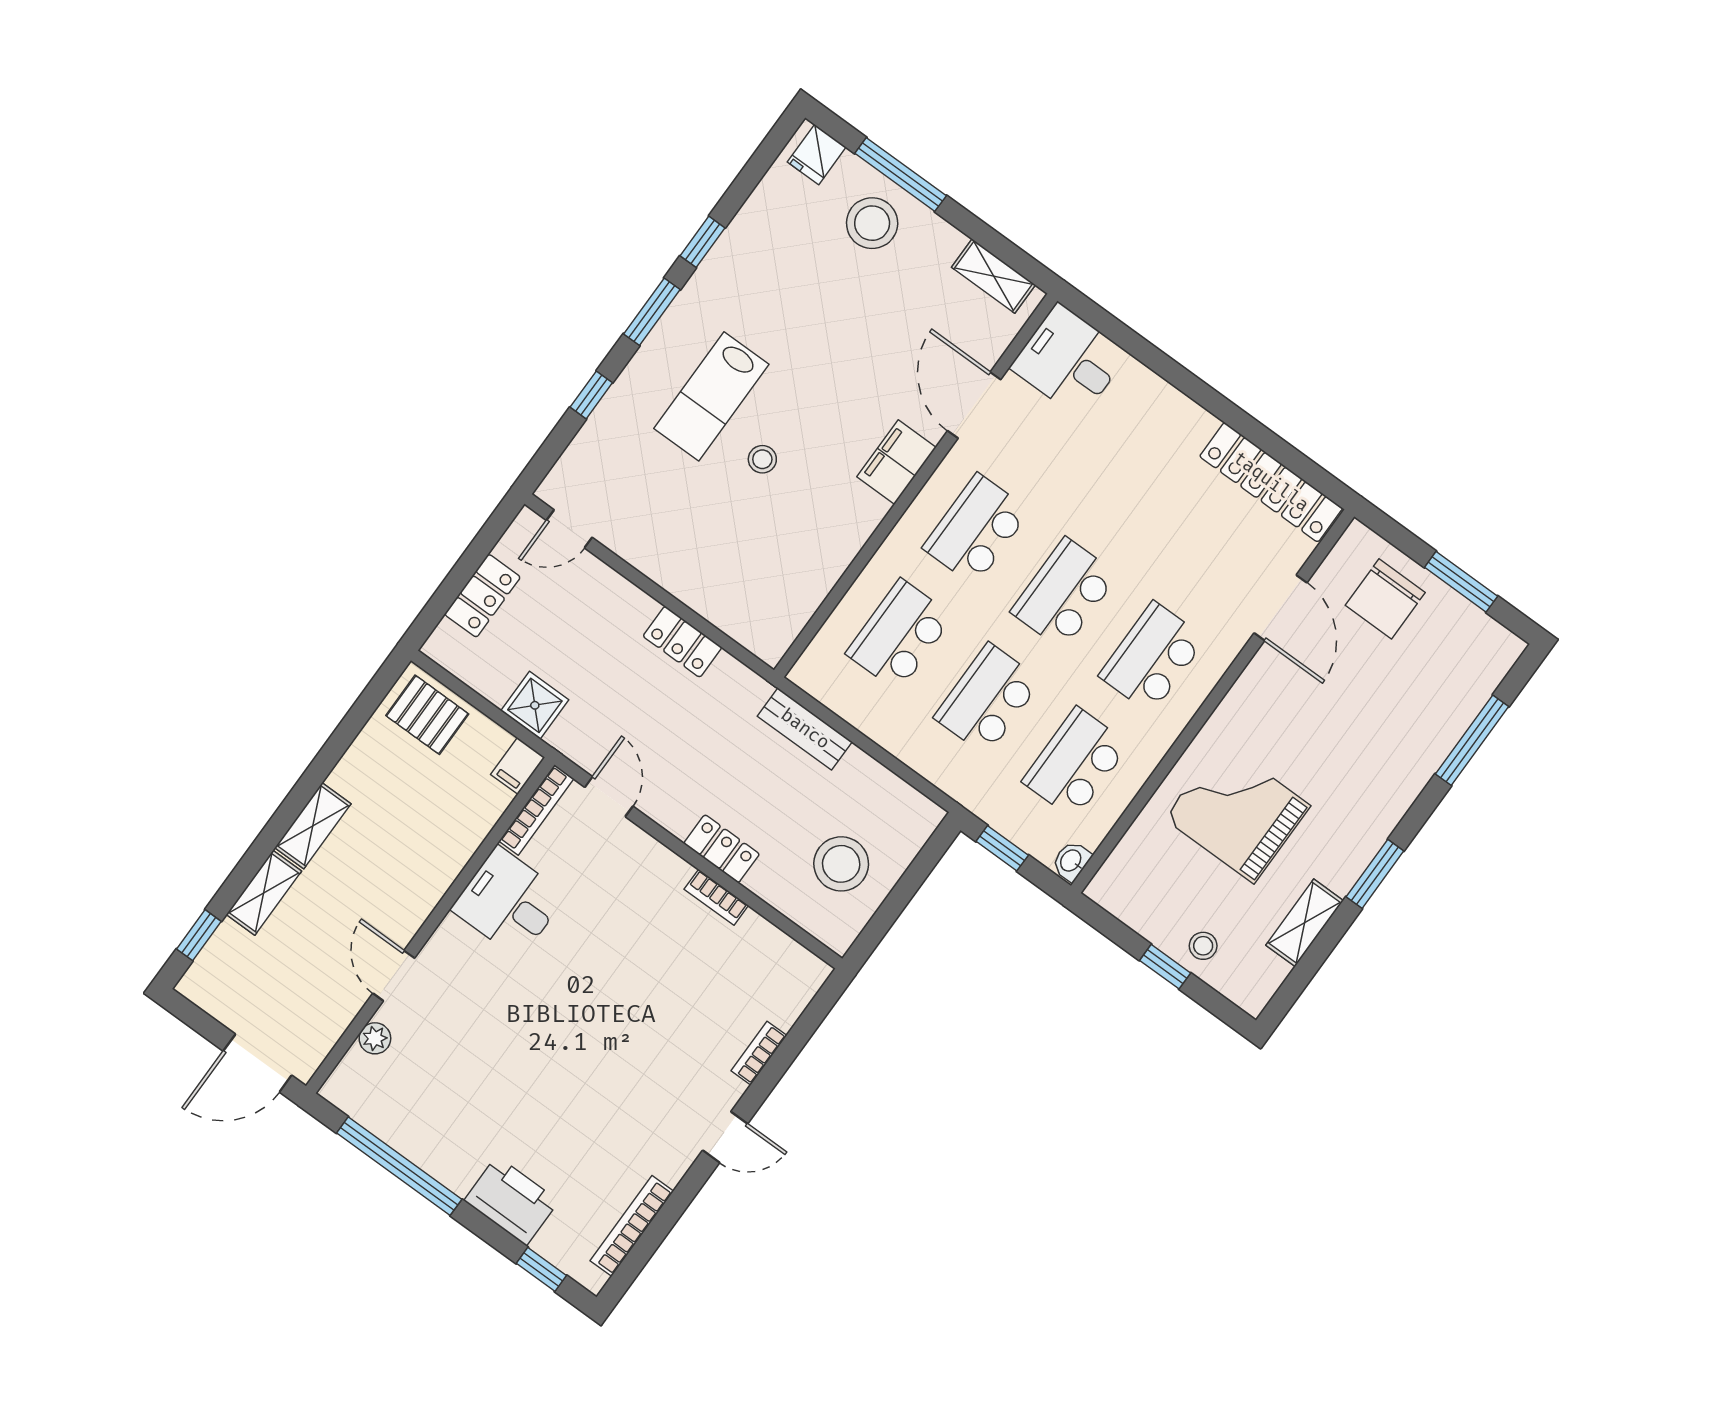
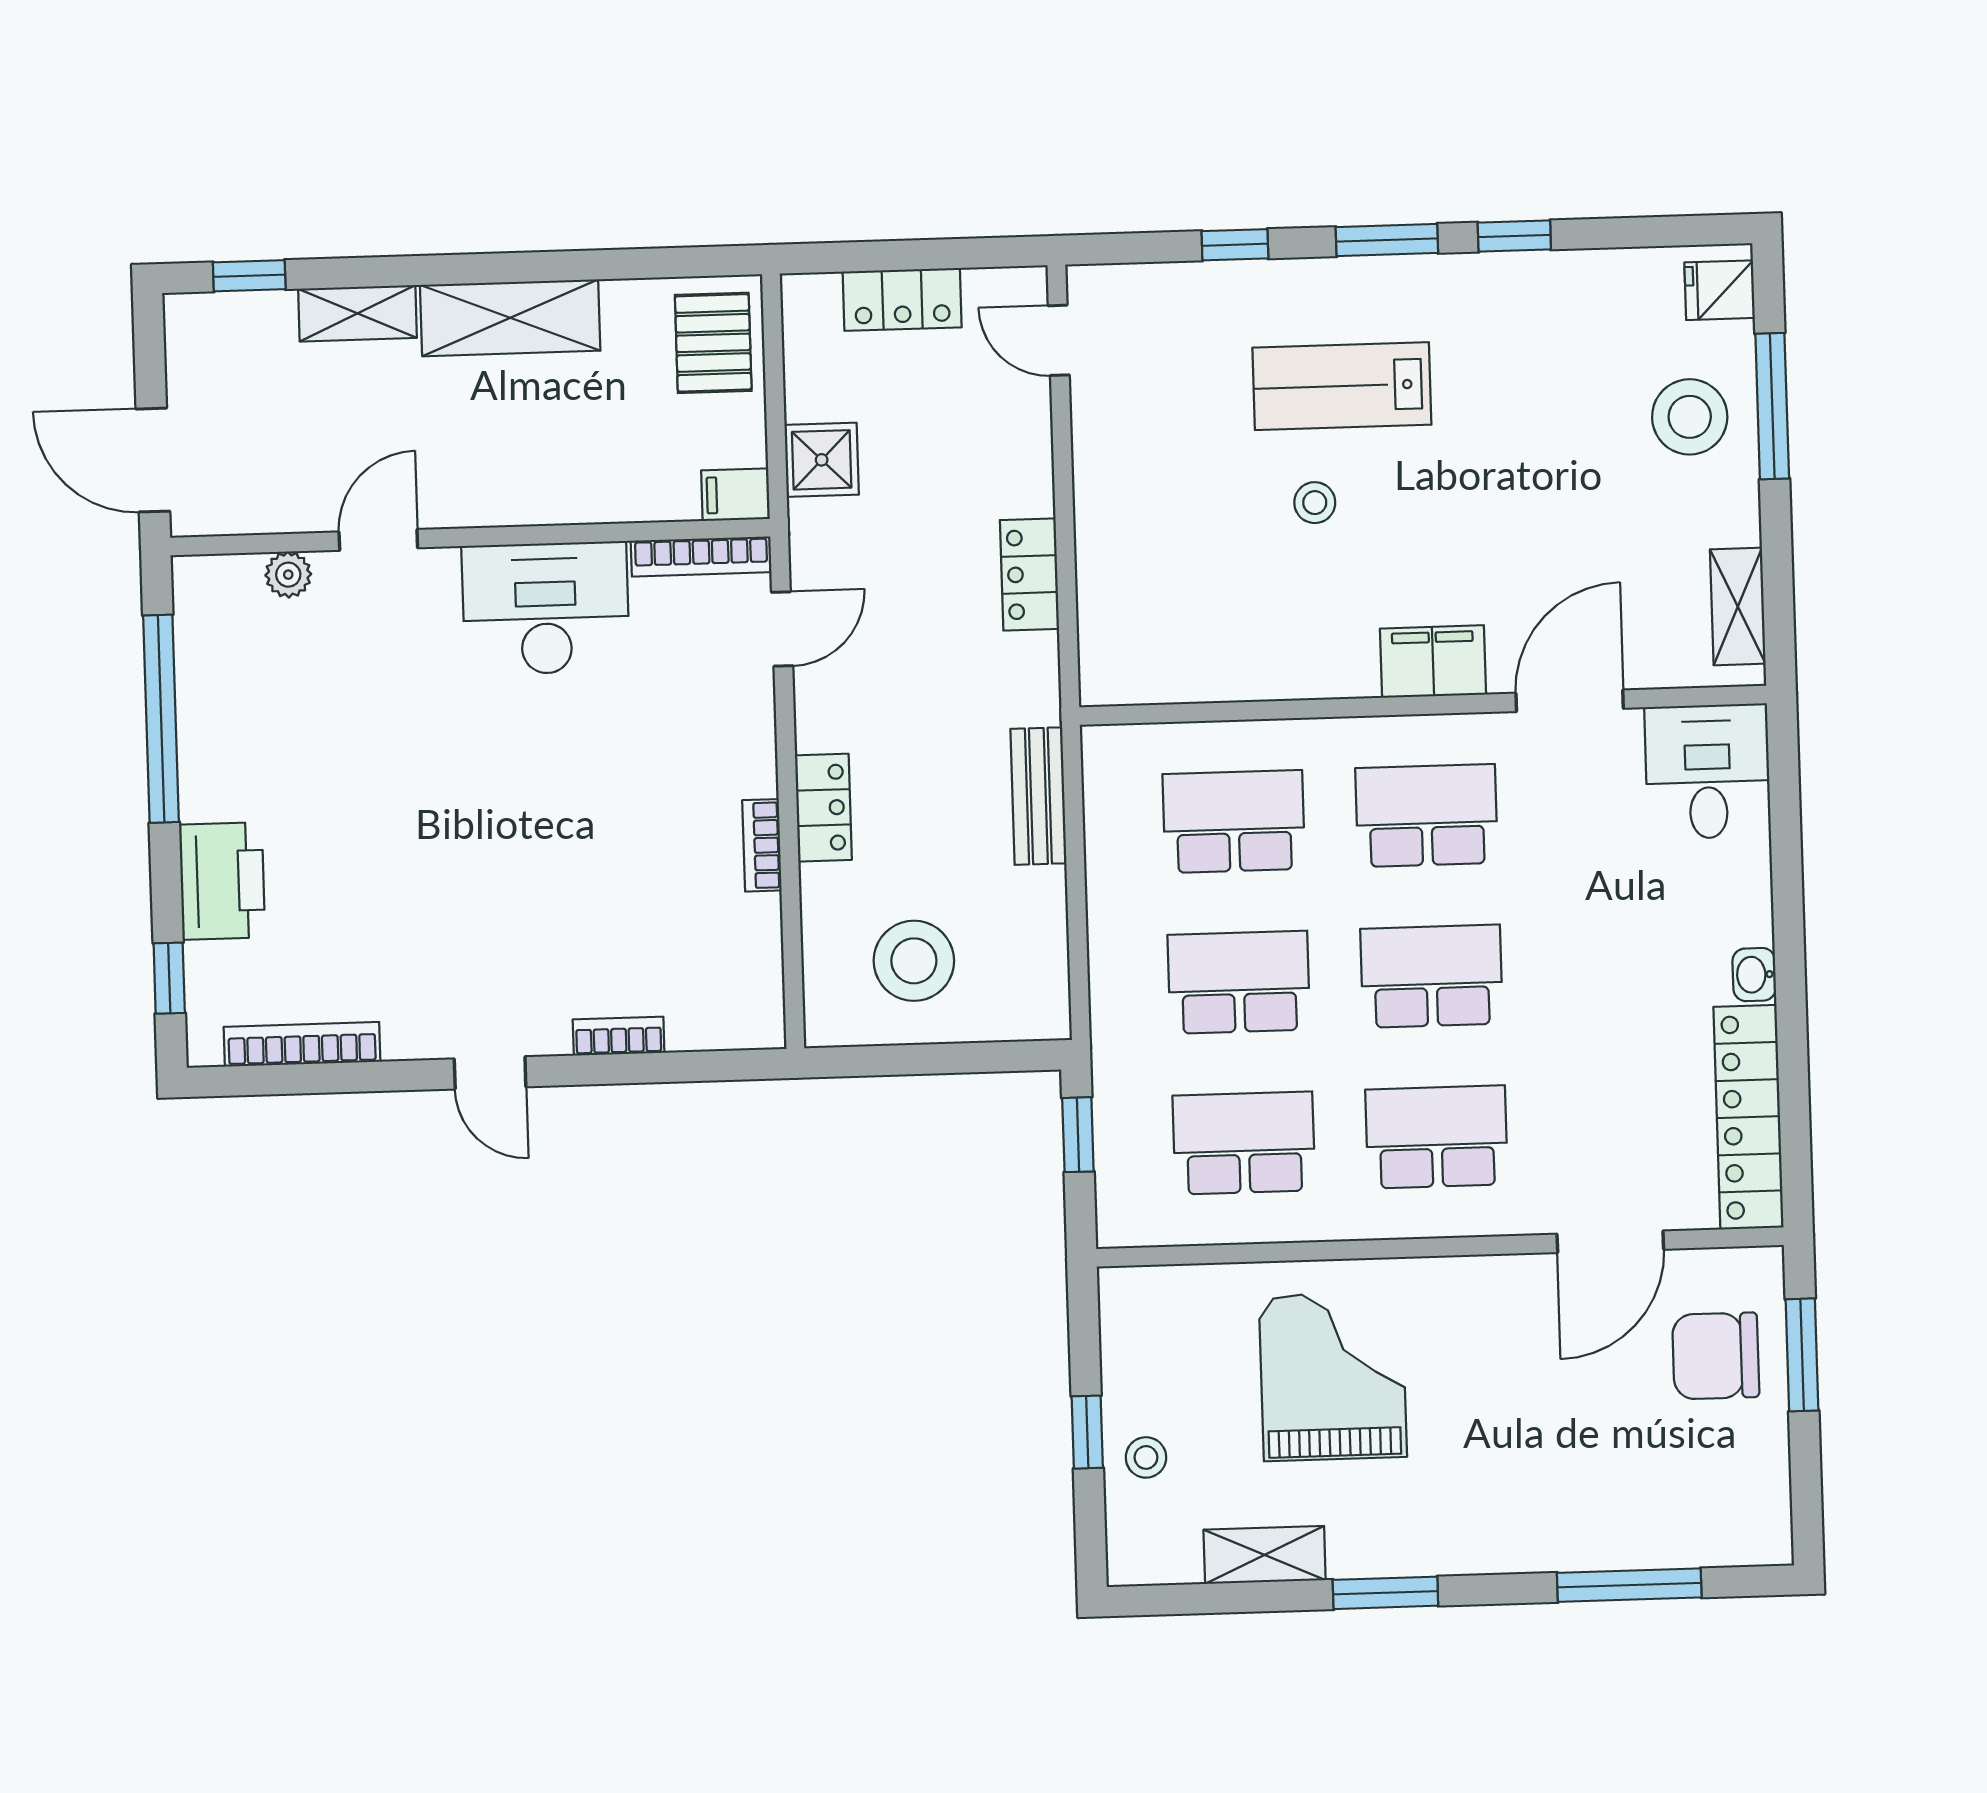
window: (1461, 582) -> (1802, 1355), moved
shelving: (313, 826) -> (510, 318), width x1.50, depth x1.33
washbasin: (1071, 861) -> (1754, 975), moved, turned -90
desk: (509, 902) -> (546, 608), width x1.37

